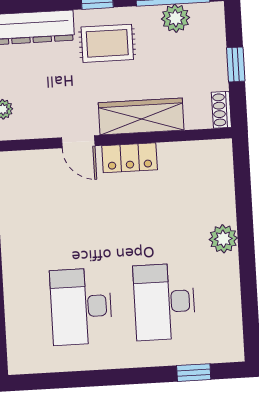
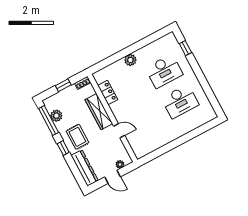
door: (78, 142) -> (119, 131), hinge flipped
locker: (130, 158) -> (108, 93), moved

